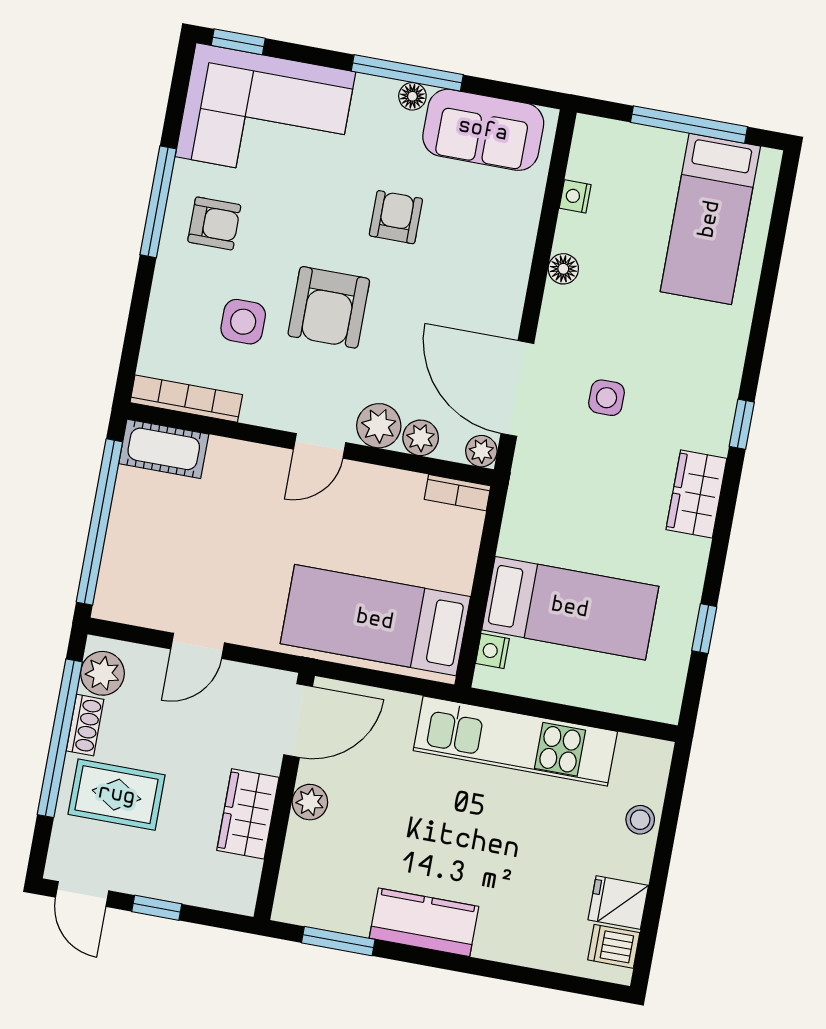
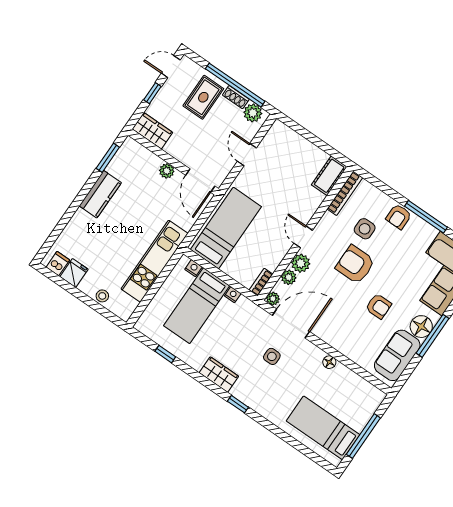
floor lamp: (412, 96) -> (421, 327), width x1.89, depth x1.89
nightstand: (575, 196) -> (233, 295), moved
armchair: (214, 223) -> (399, 217), moved
window: (99, 522) -> (312, 138), removed
wardrobe: (248, 814) -> (152, 131), moved

